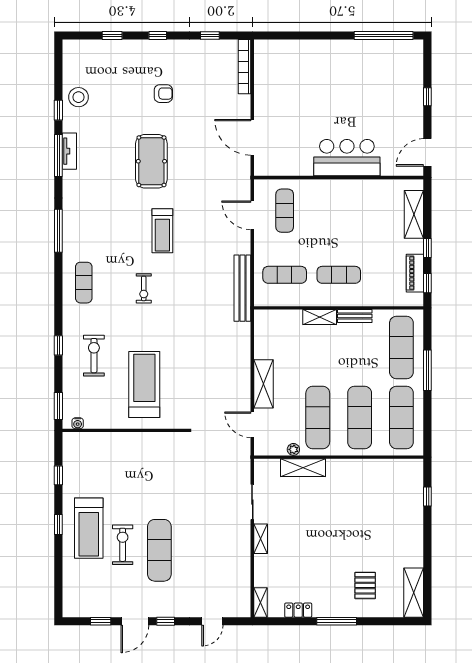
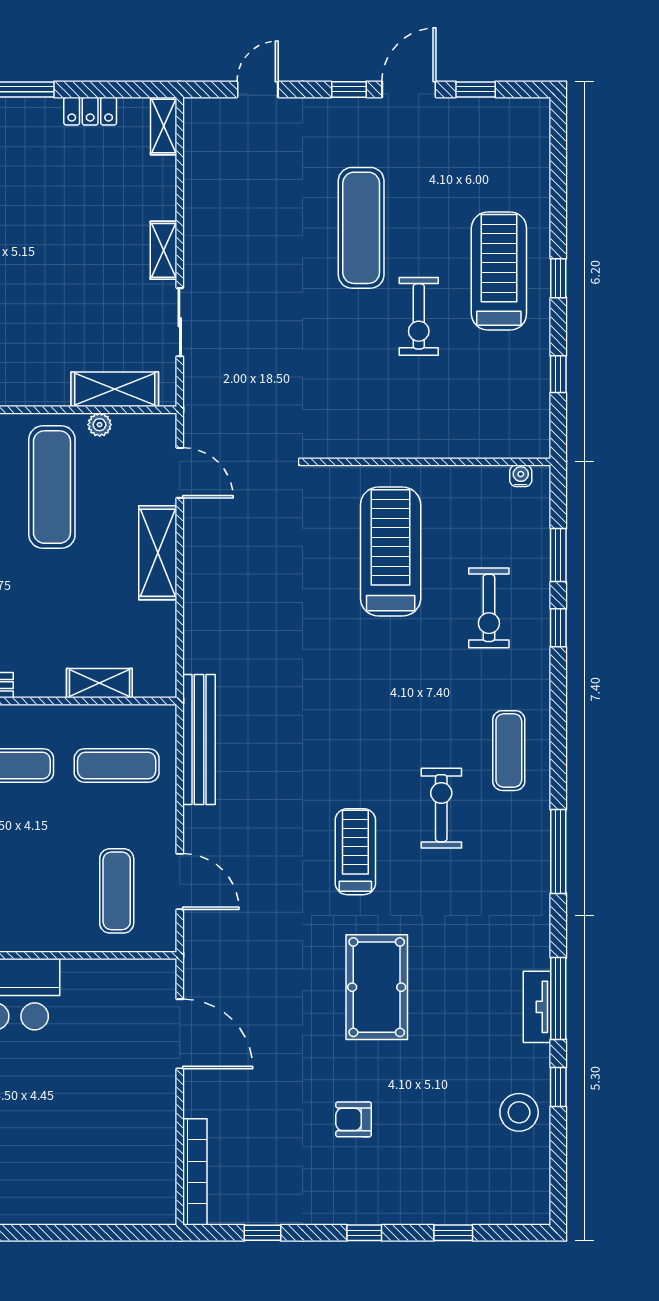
exercise bike: (144, 288) -> (441, 808), moved, width x1.38, depth x1.39
shelving: (320, 317) -> (99, 683), moved
treadmill: (144, 384) -> (391, 552), turned 180
window: (58, 406) -> (558, 555), moved
shelving: (303, 468) -> (115, 389), moved
exercise bike: (123, 545) -> (419, 316), moved

